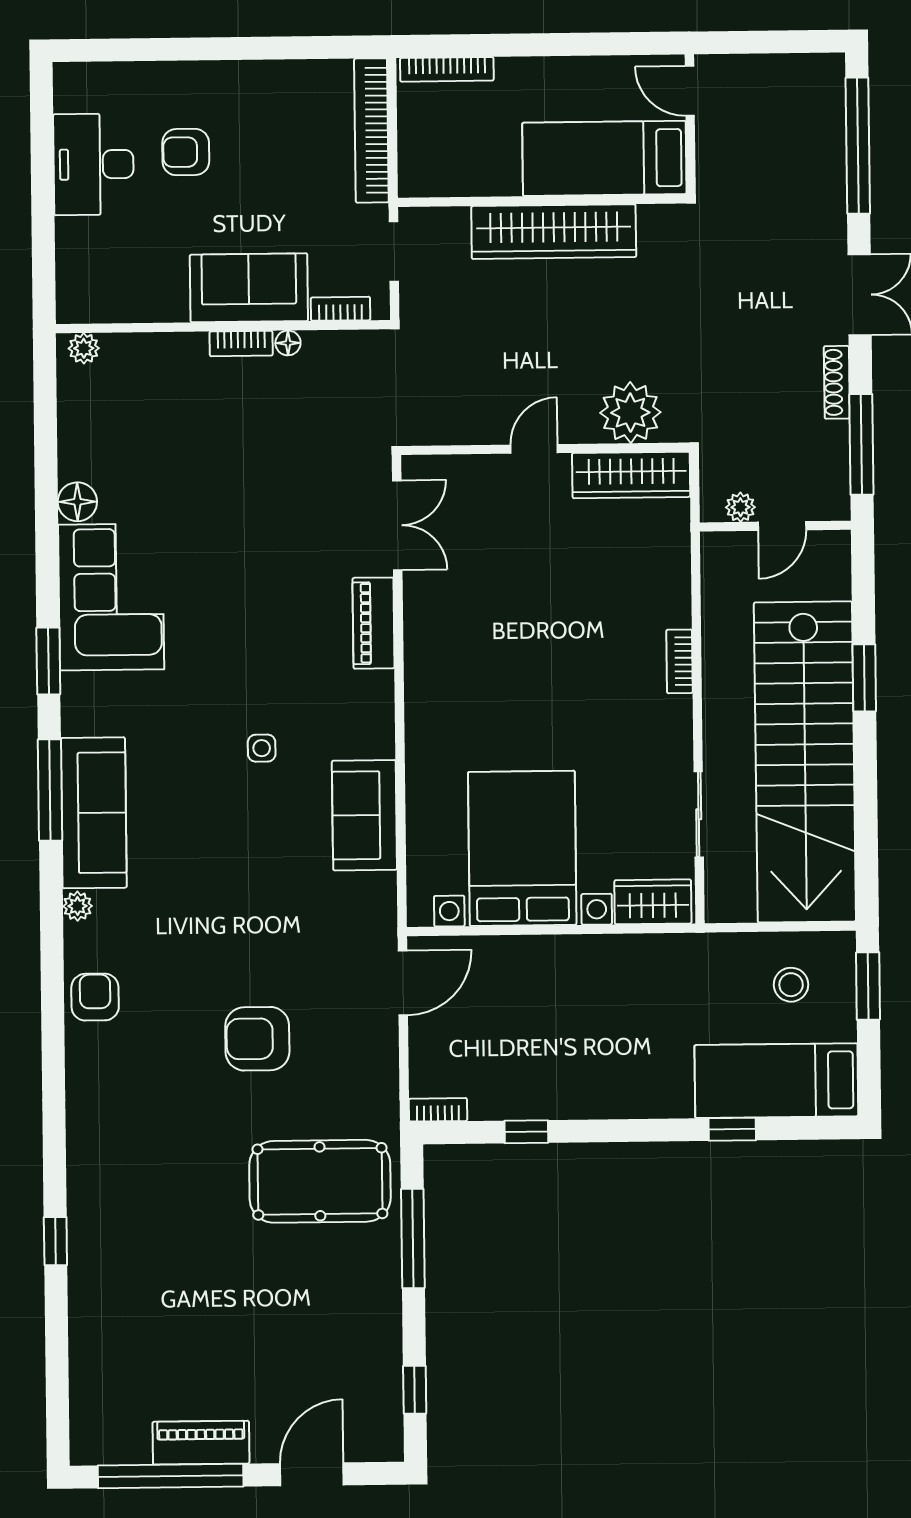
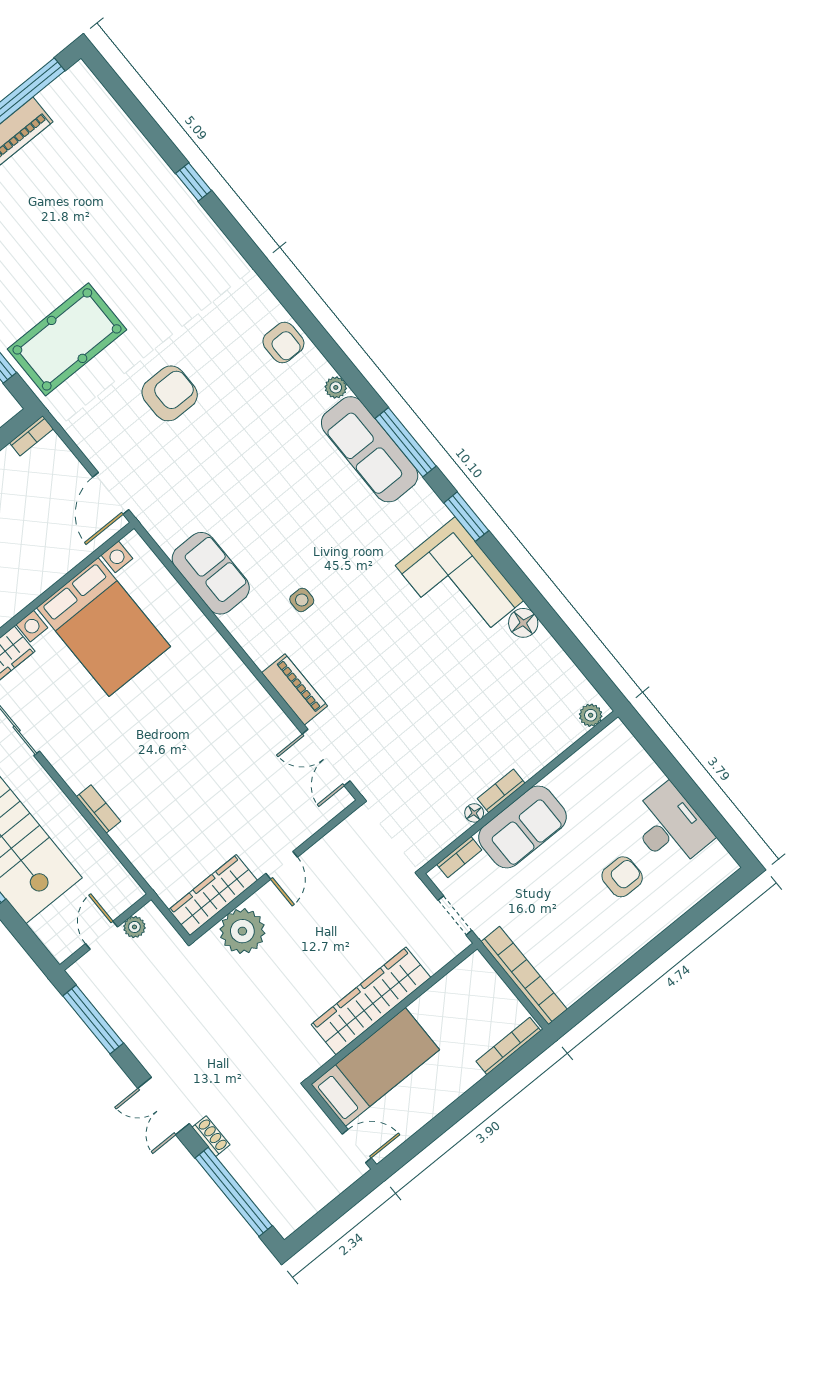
shoe rack: (837, 382) -> (211, 1136), moved, width x0.70
side table: (262, 748) -> (302, 600), moved

